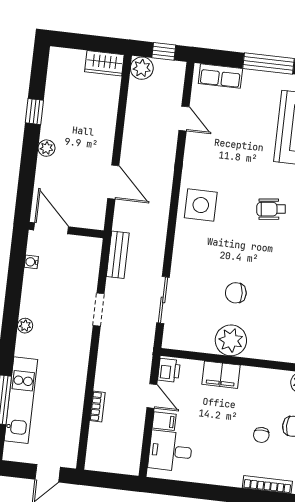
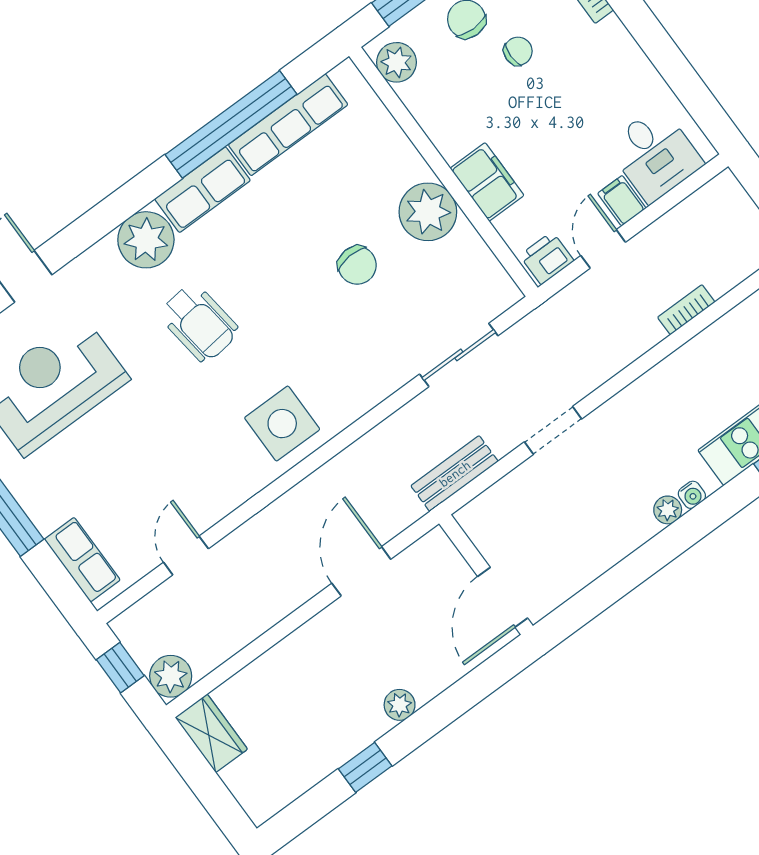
wheelchair: (271, 209) -> (199, 323), width x1.36, depth x1.37
water cooler: (31, 262) -> (692, 495), moved

